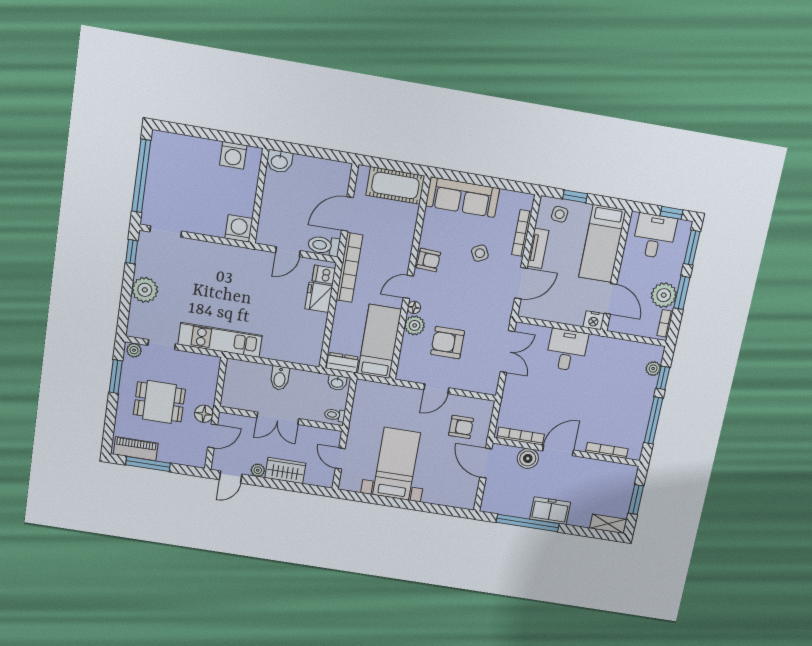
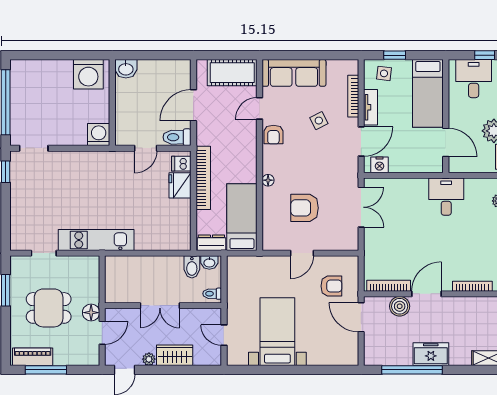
washing machine: (233, 155) -> (88, 74), width x1.37, depth x1.37
armchair: (428, 260) -> (273, 135), turned 87
bookcase: (349, 268) -> (203, 178), moved
door: (408, 287) -> (260, 108), moved
plant: (145, 290) -> (22, 205), removed
nightstand: (594, 320) -> (379, 165), moved
plant: (415, 325) -> (271, 197), removed
plant: (134, 350) -> (19, 263), removed
desk: (567, 350) -> (446, 197), moved
bidet: (280, 378) -> (192, 267), moved

